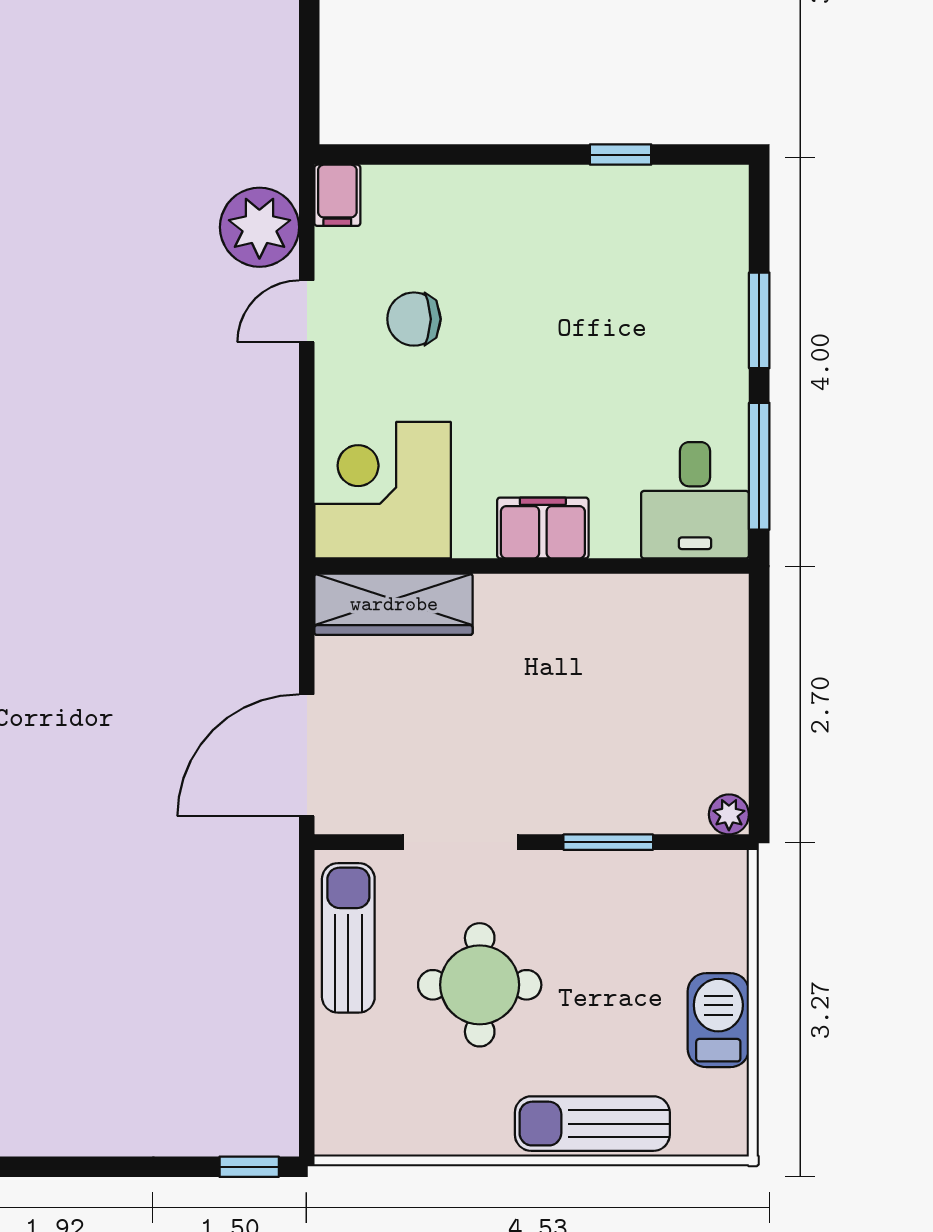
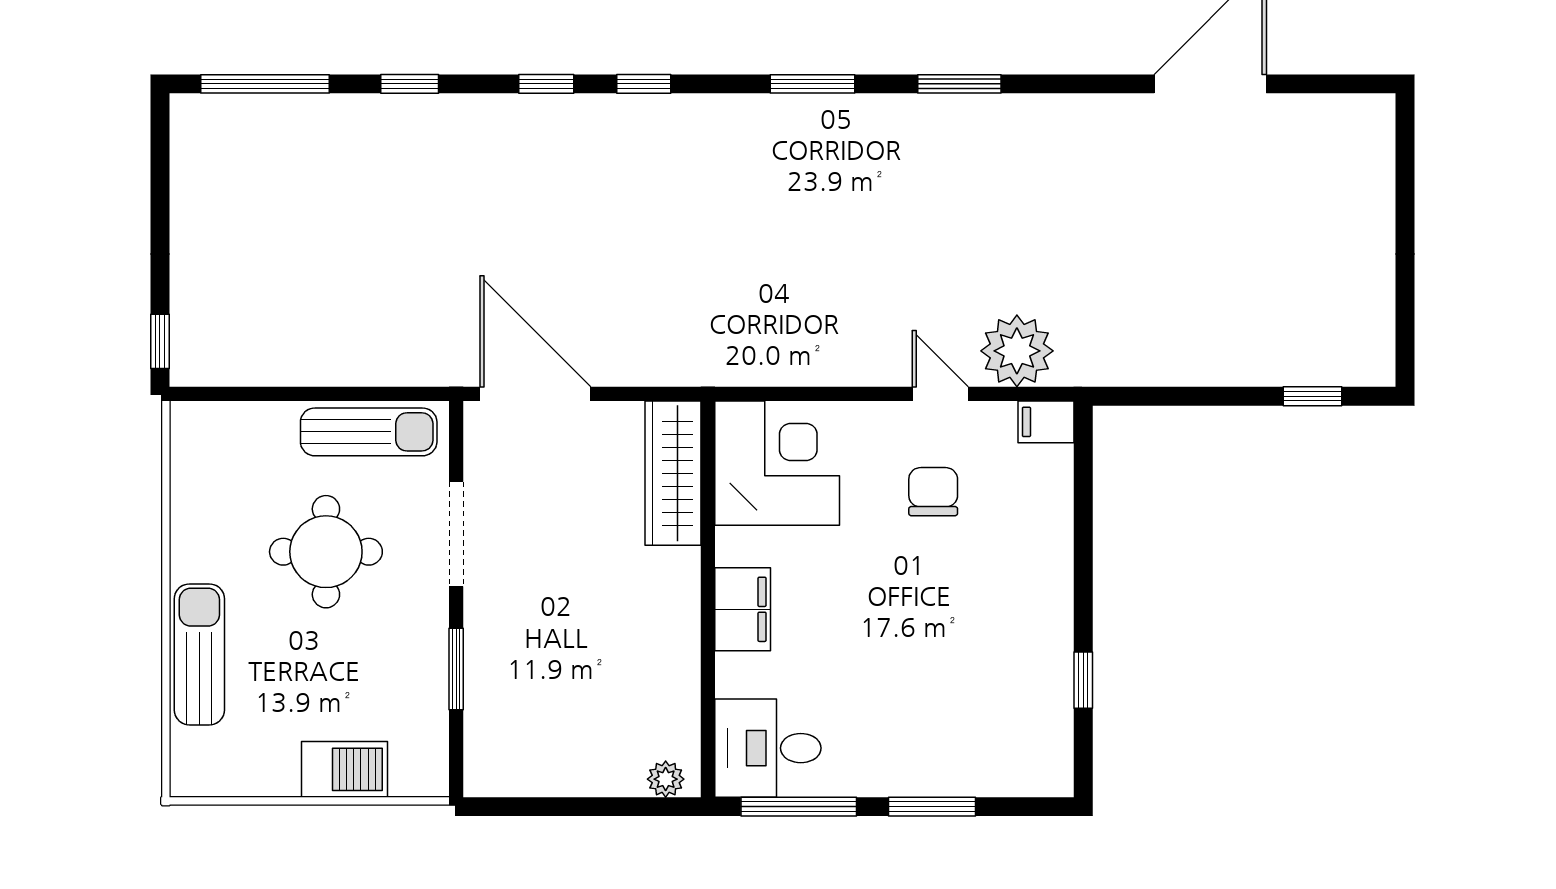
plant: (729, 814) -> (666, 779), moved
barbecue: (718, 1020) -> (345, 769), moved

